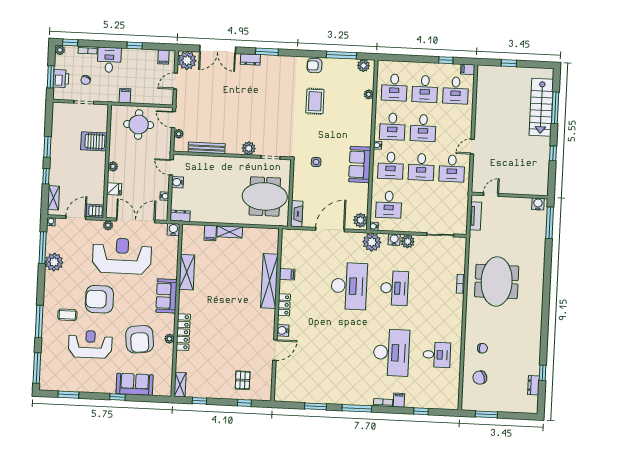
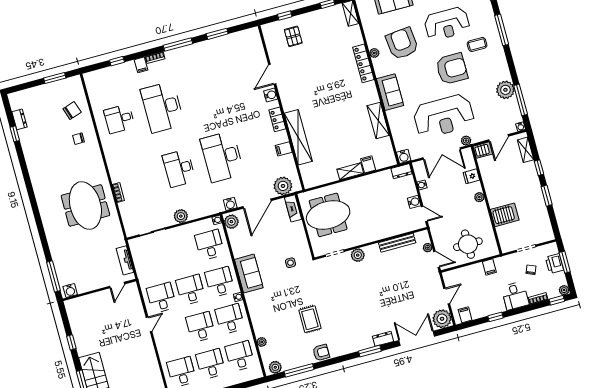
water cooler: (394, 240) -> (230, 204), moved
plant: (372, 242) -> (283, 186), moved

